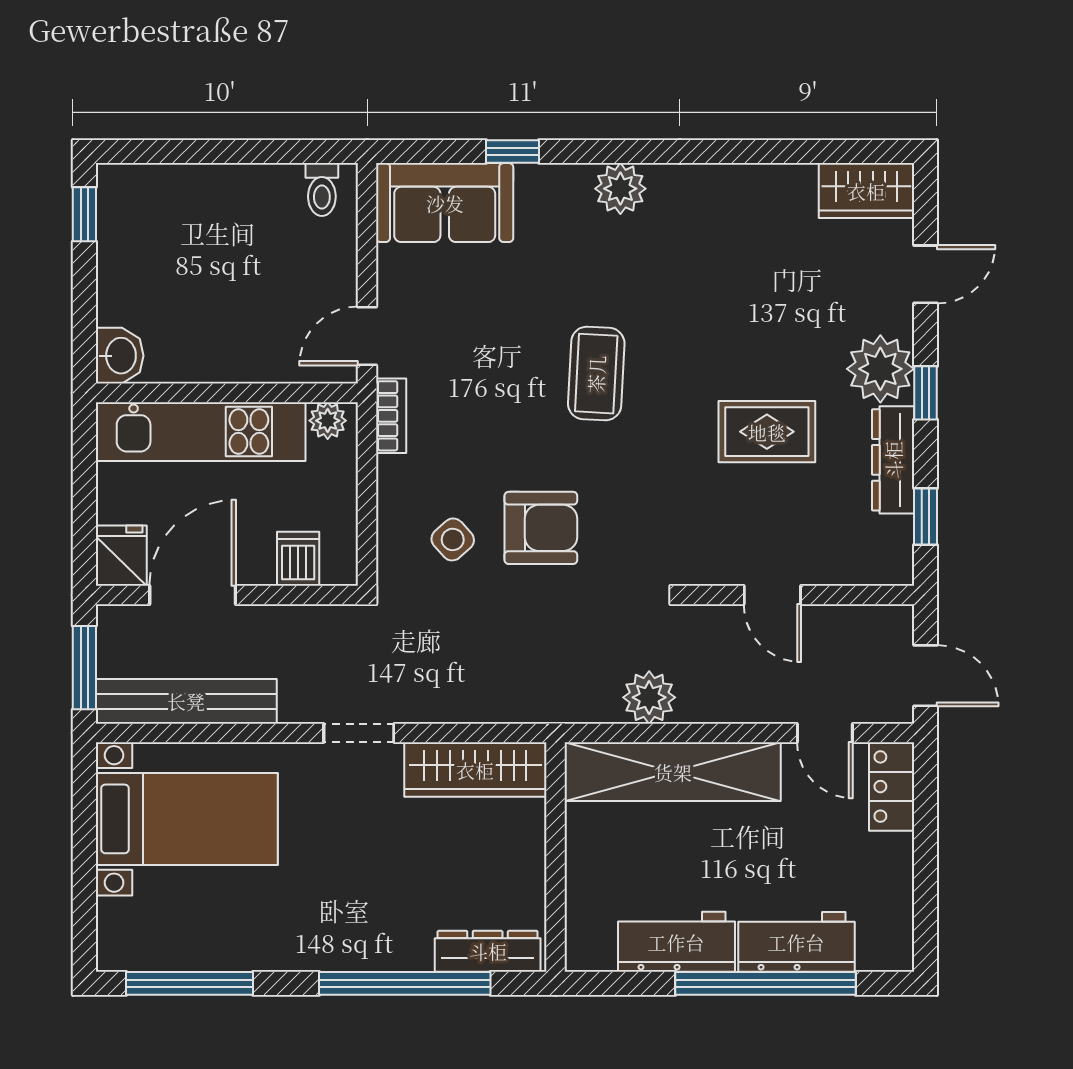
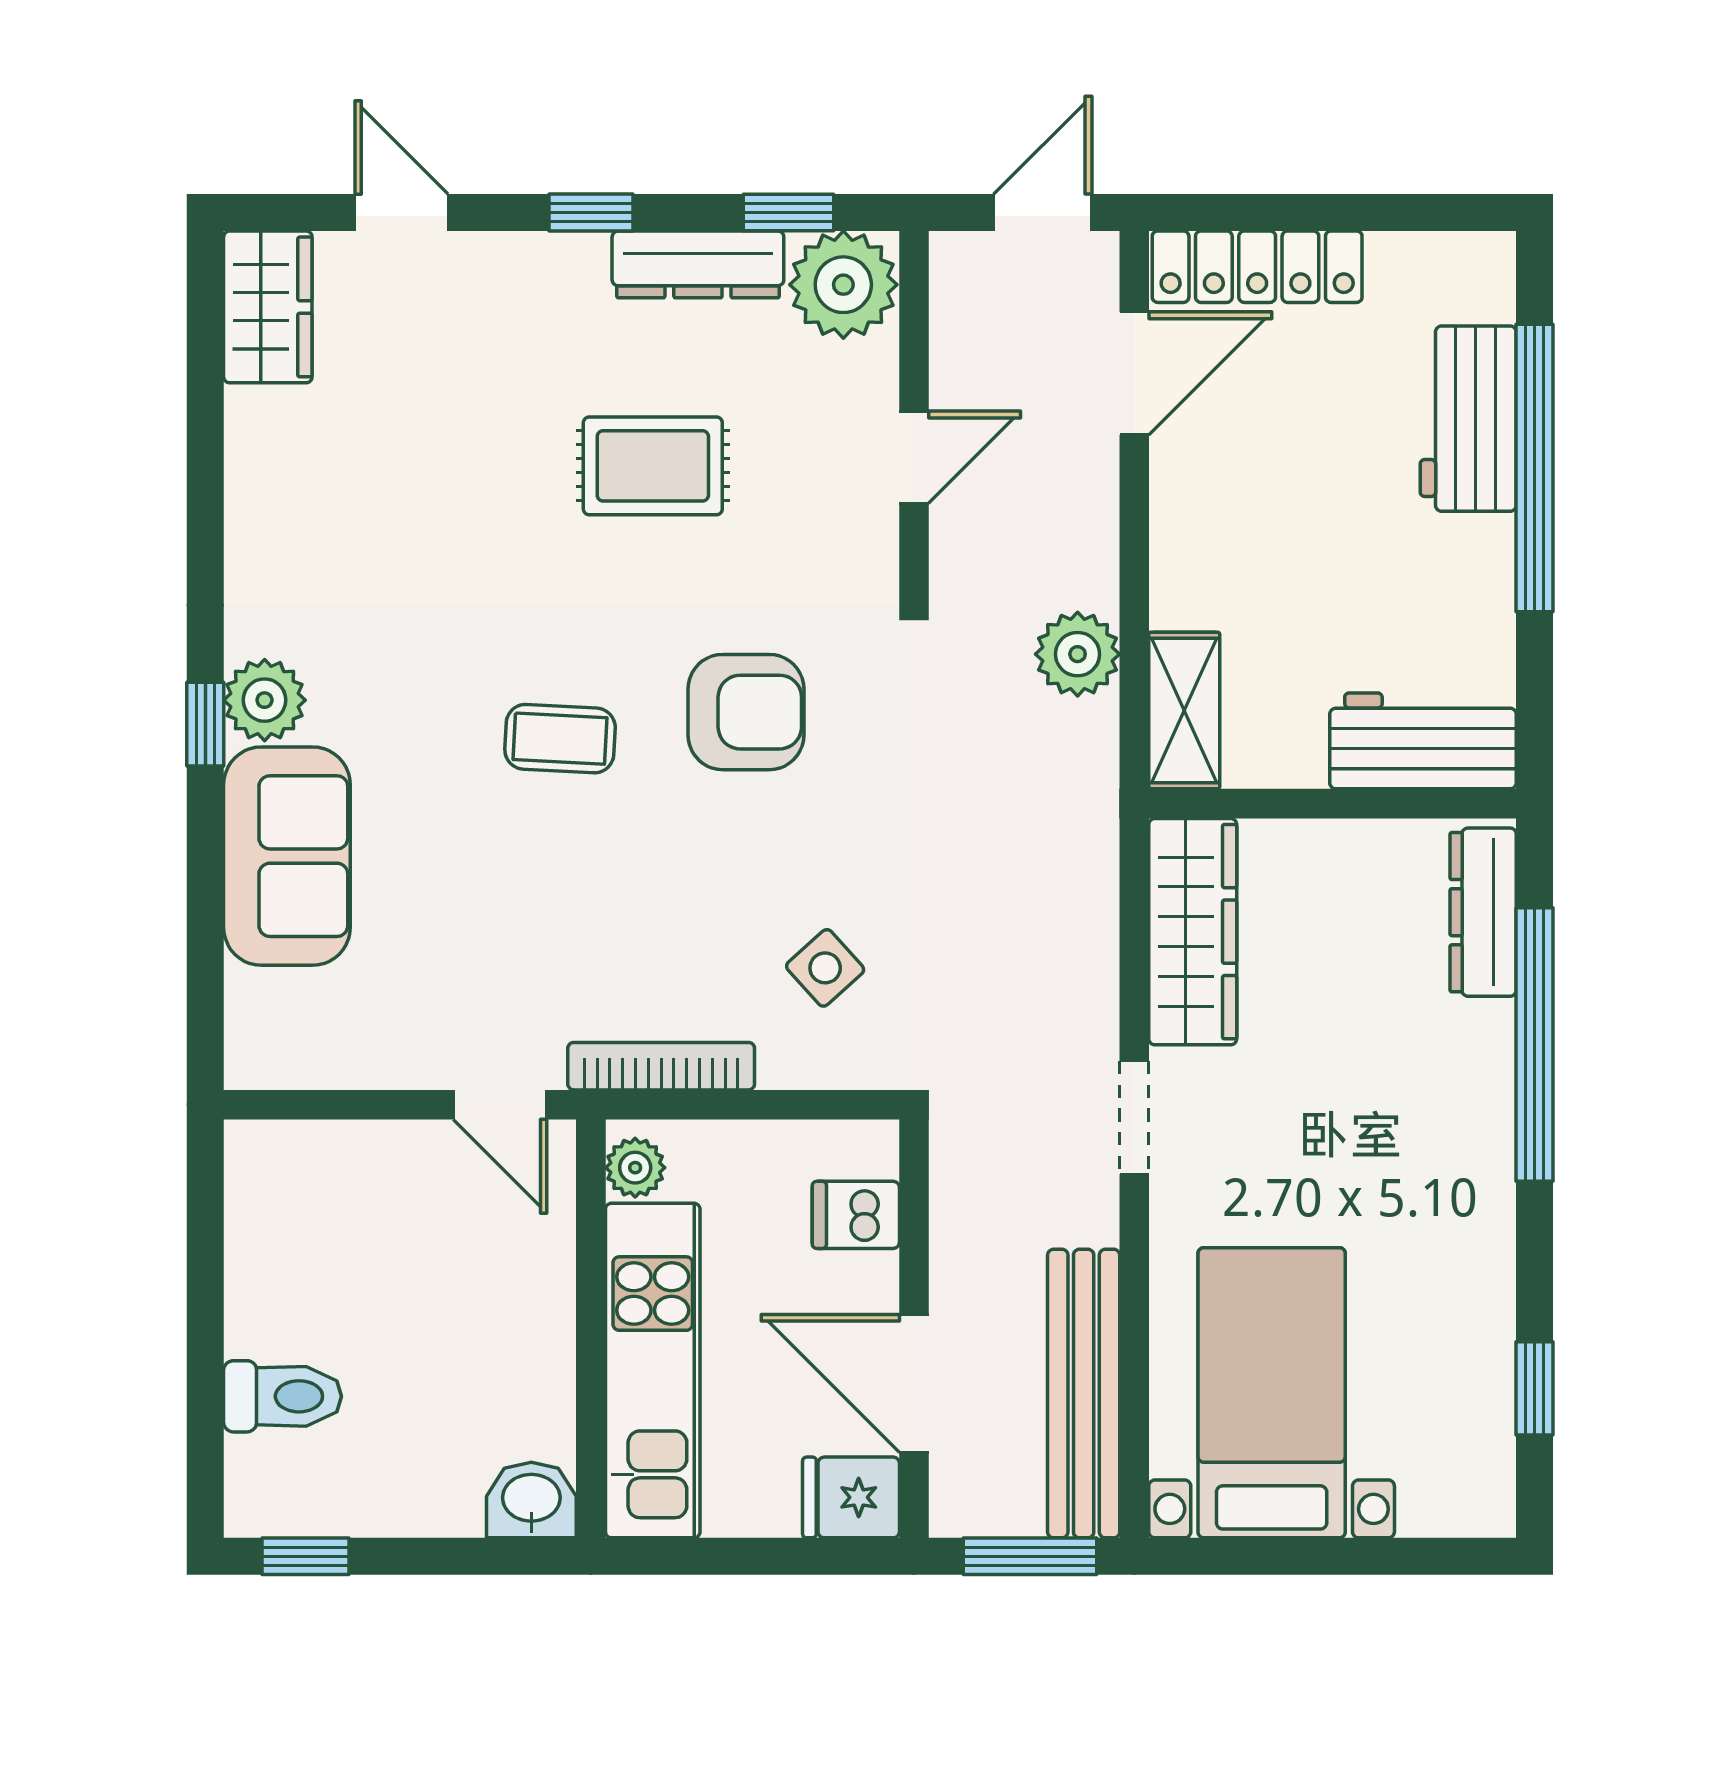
window: (513, 152) -> (205, 724), moved
toilet: (322, 190) -> (283, 1396), moved, width x1.37, depth x1.39
sofa: (445, 203) -> (287, 856), moved
plant: (880, 369) -> (843, 285), moved
coffee table: (596, 374) -> (560, 739), width x0.73, depth x0.77
bookcase: (391, 416) -> (661, 1066), width x1.56
rug: (767, 432) -> (653, 466), turned 90
armchair: (541, 528) -> (746, 712), moved, turned 90
door: (825, 733) -> (1134, 373), width x1.38
shelving: (673, 772) -> (1184, 711), width x0.45, depth x0.75
locker: (892, 787) -> (1257, 267), width x1.53
workbench: (676, 942) -> (1423, 741), moved, turned 90
window: (189, 983) -> (1534, 1388), width x0.46

